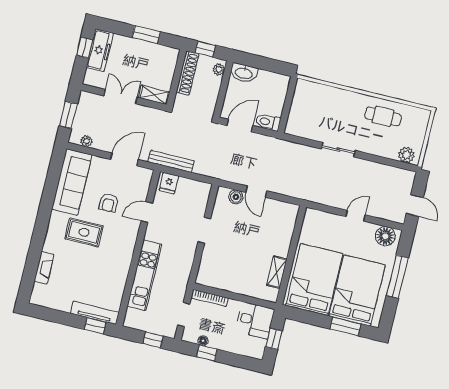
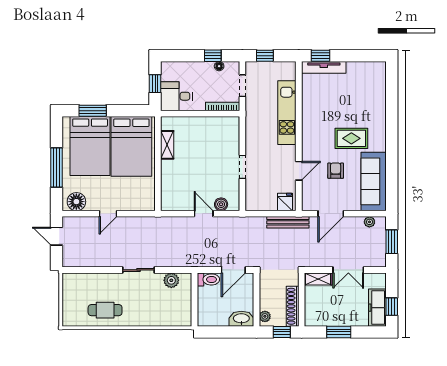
plant: (406, 155) -> (171, 280), moved
fireplace: (44, 268) -> (380, 97), removed

